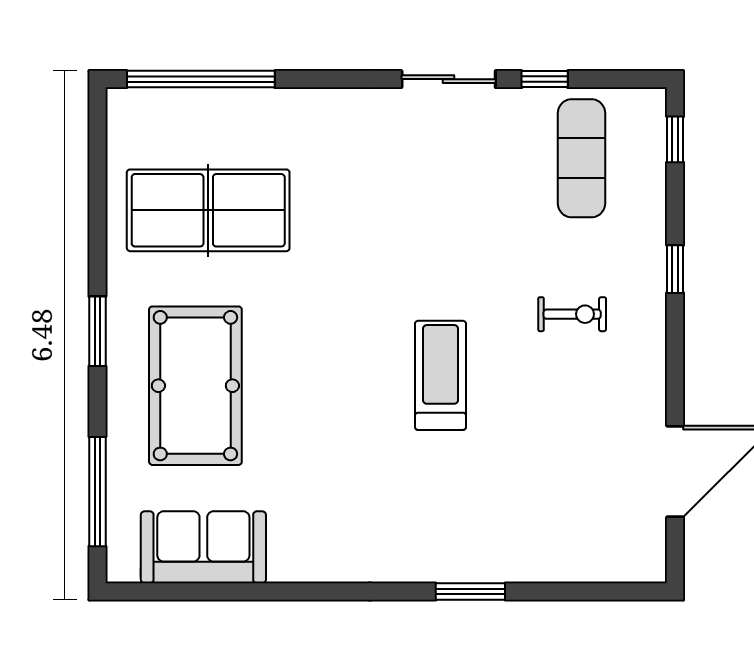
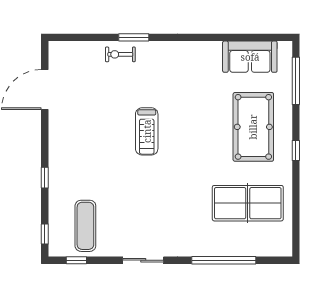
window: (201, 79) -> (224, 260), moved
window: (545, 79) -> (76, 260), moved
exercise bike: (572, 314) -> (120, 54), moved
window: (97, 331) -> (296, 151), width x0.67

